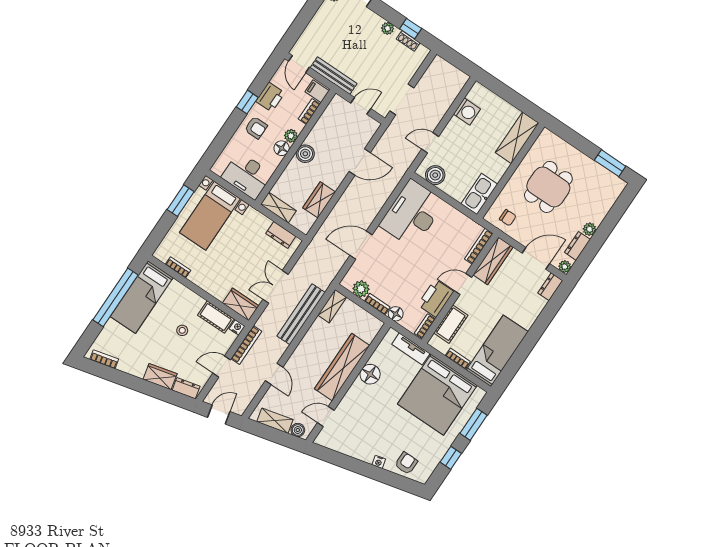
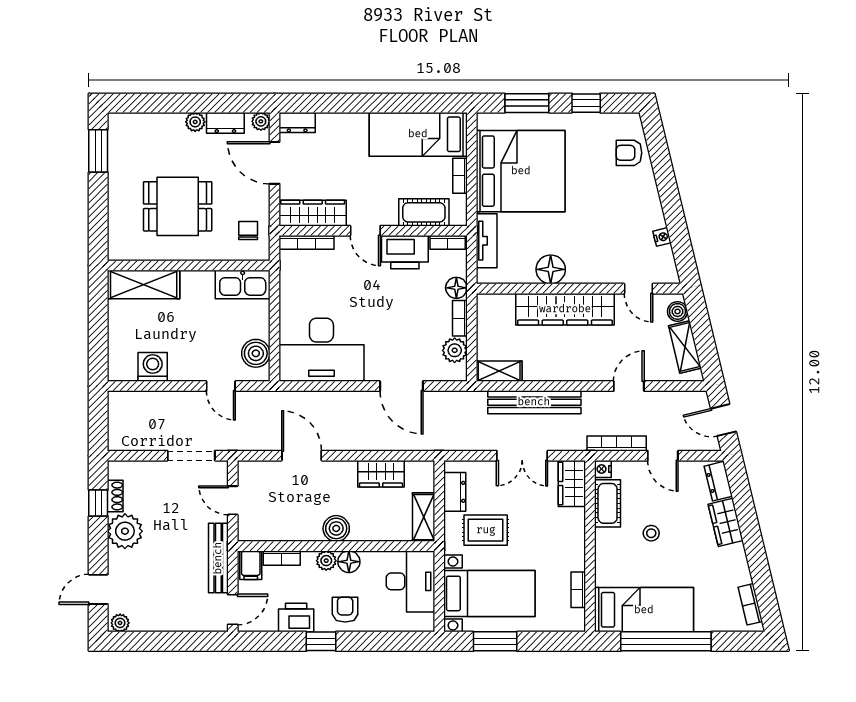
plant: (388, 28) -> (125, 531), width x1.87, depth x1.87
rug: (247, 238) -> (486, 530), added
nightstand: (379, 462) -> (662, 237), moved

